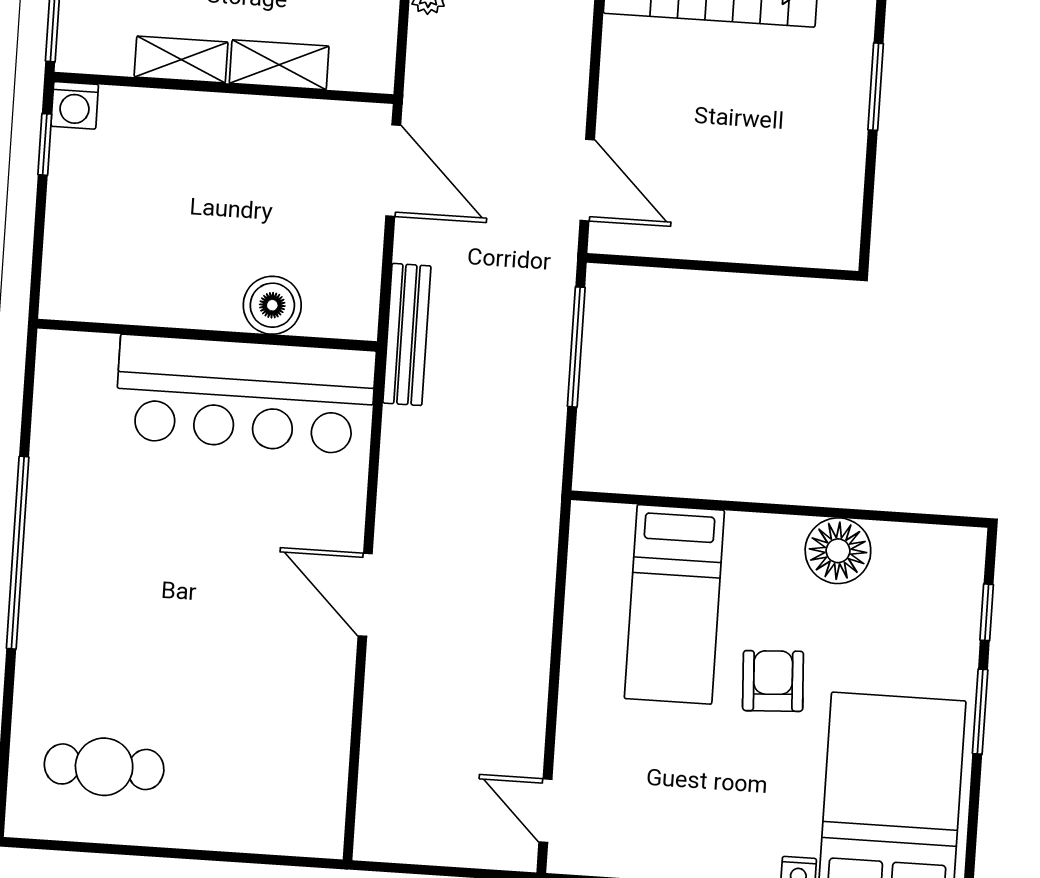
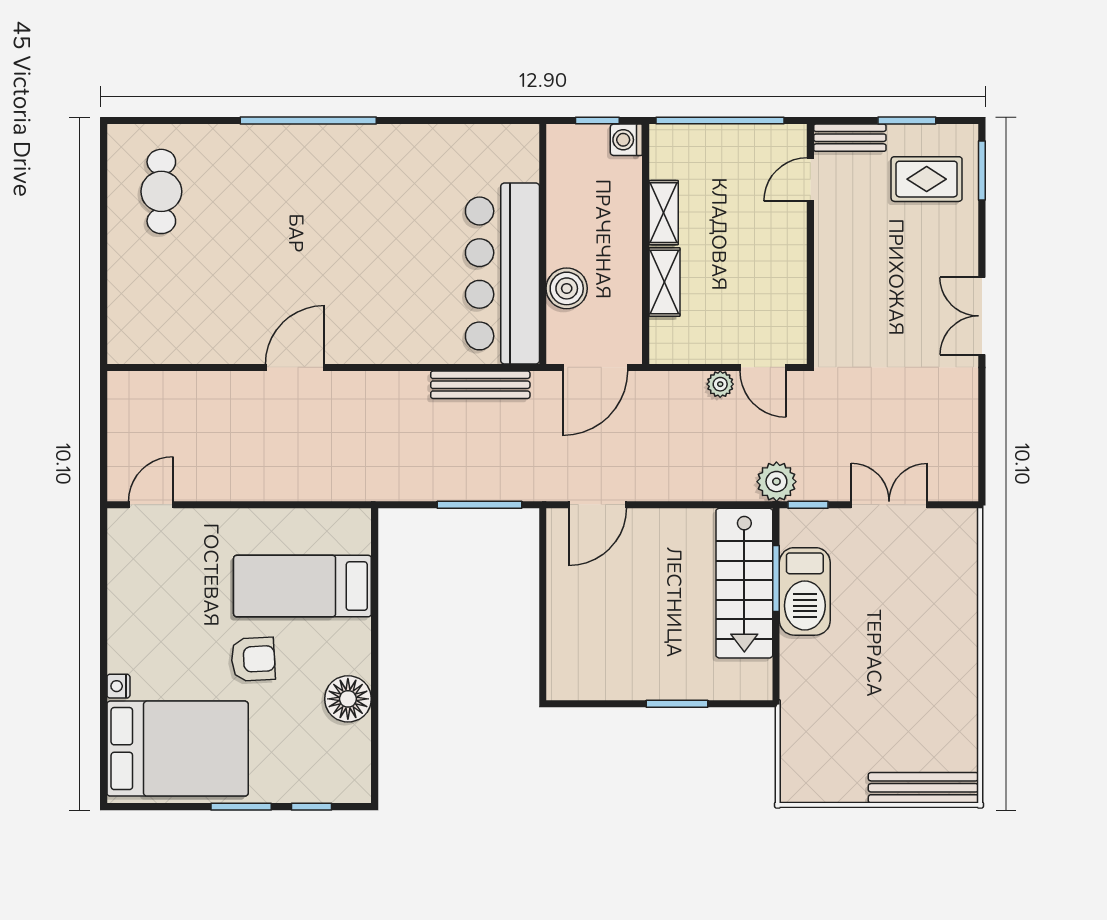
boiler: (272, 305) -> (567, 288), moved
wall: (207, 335) -> (543, 244), moved
bar counter: (245, 395) -> (502, 273), moved

